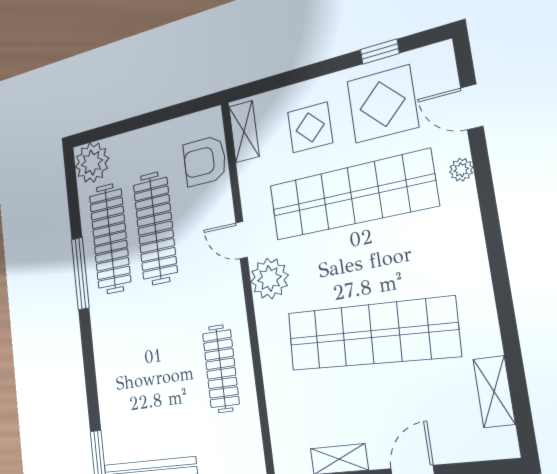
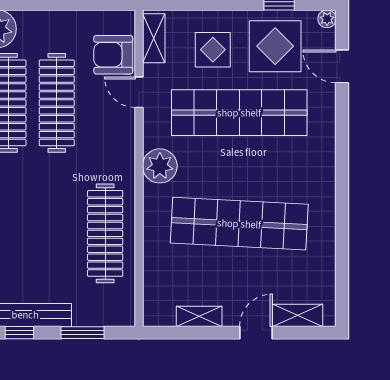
plant: (461, 170) -> (327, 19), moved
door: (242, 240) -> (139, 92), moved
clothes rail: (221, 369) -> (105, 233), width x1.37, depth x1.31
shelving: (494, 392) -> (298, 315), moved, turned 90

